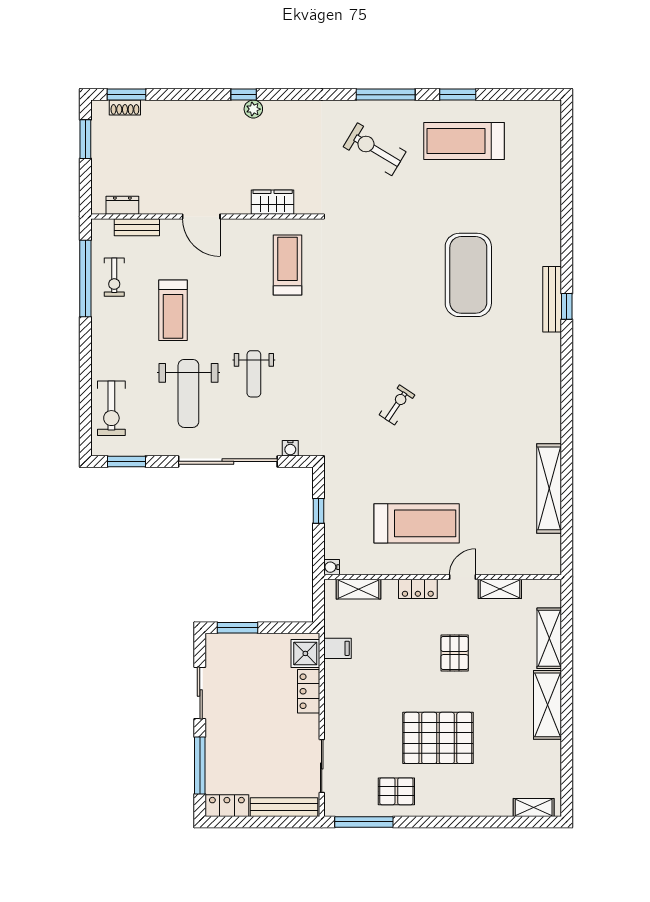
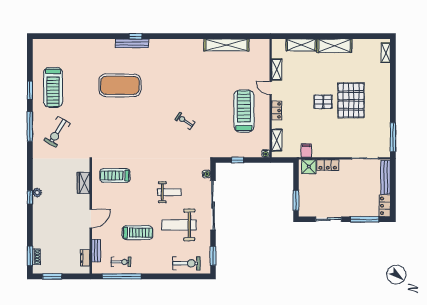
weight bench: (188, 393) -> (179, 225), turned 180
pallet: (455, 653) -> (323, 102), moved
pallet: (396, 791) -> (378, 121), removed

